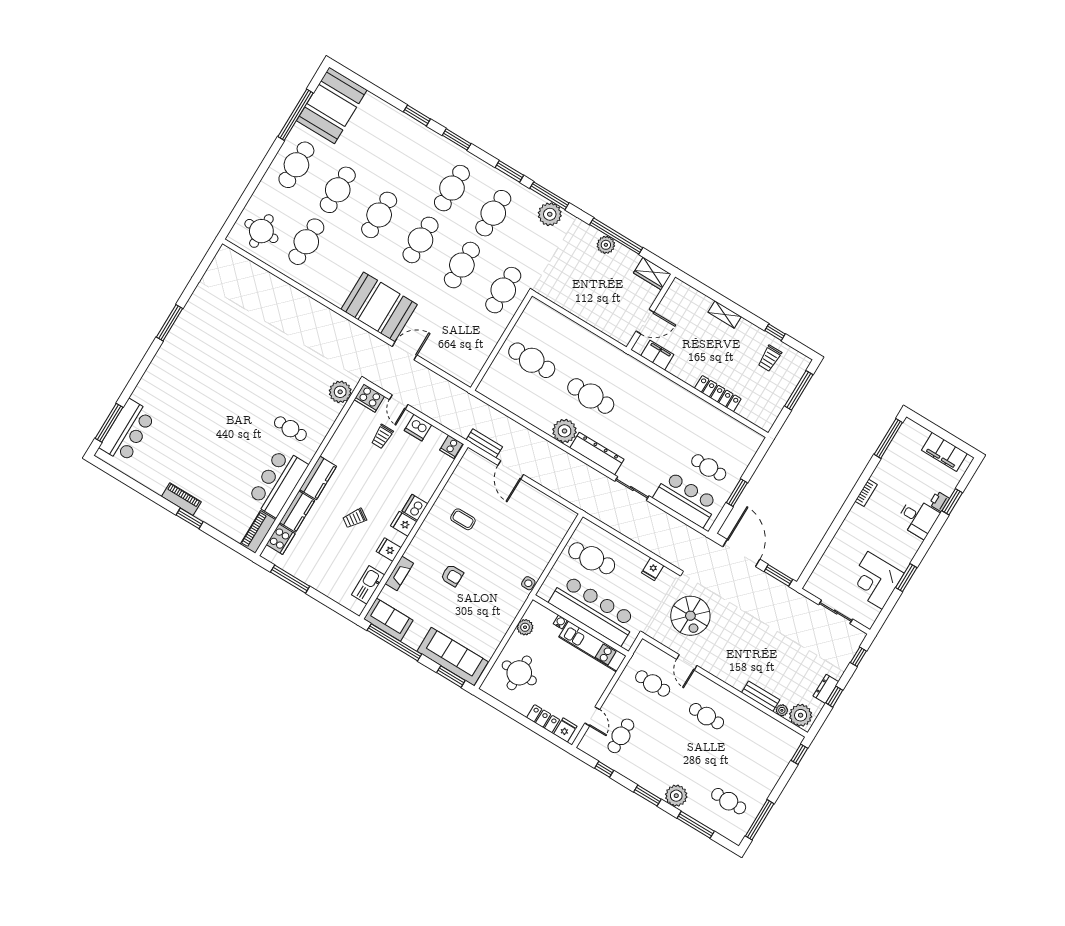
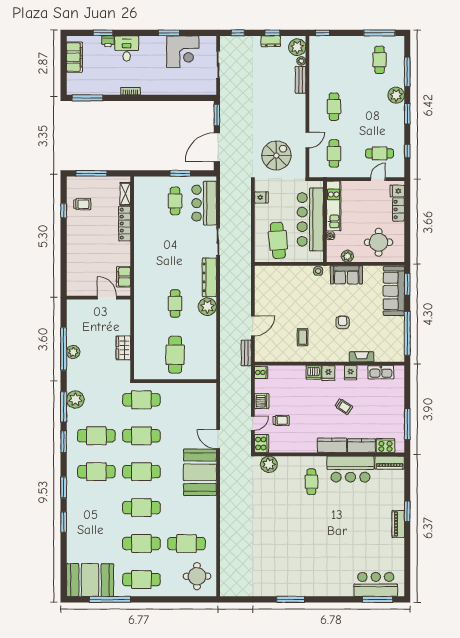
wardrobe: (652, 274) -> (123, 348), moved, turned 180
shelving: (725, 314) -> (125, 194), moved
cafe table: (591, 396) -> (175, 303), width x0.73, depth x0.74
sofa: (388, 620) -> (346, 275), moved, turned -90

